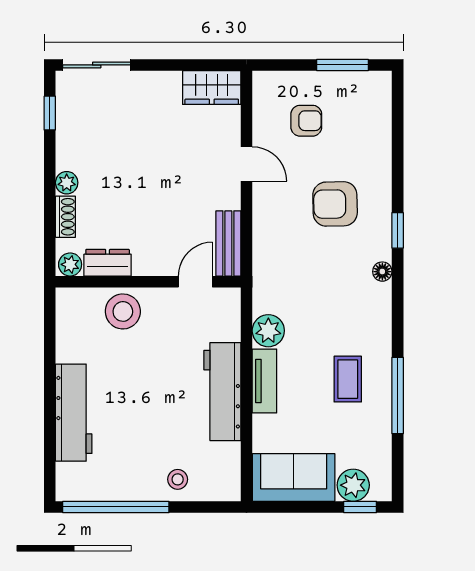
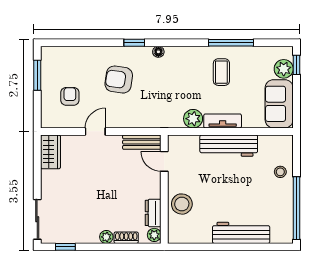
armchair: (335, 204) -> (119, 80), turned 99
coffee table: (348, 379) -> (221, 72), turned 90

